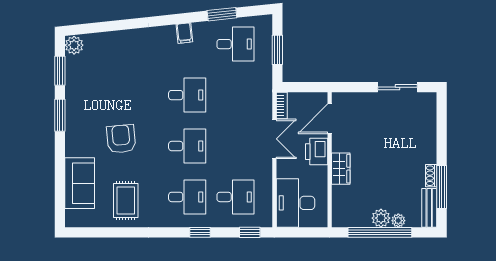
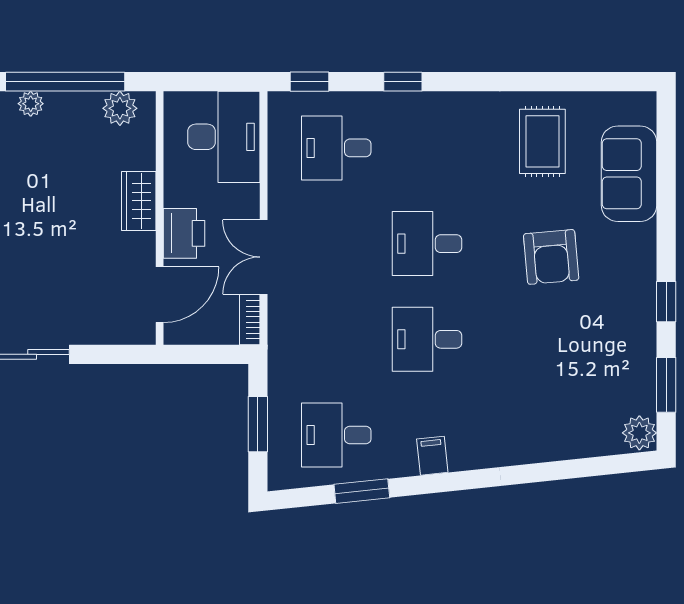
window: (60, 115) -> (666, 302), width x0.67
desk: (187, 197) -> (427, 148), removed
plant: (381, 218) -> (120, 108), moved

